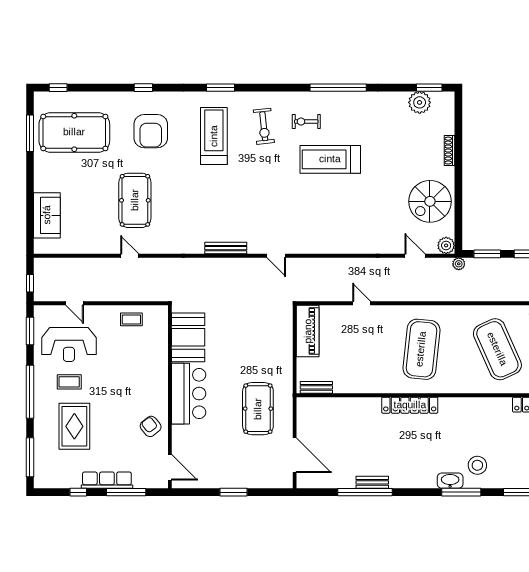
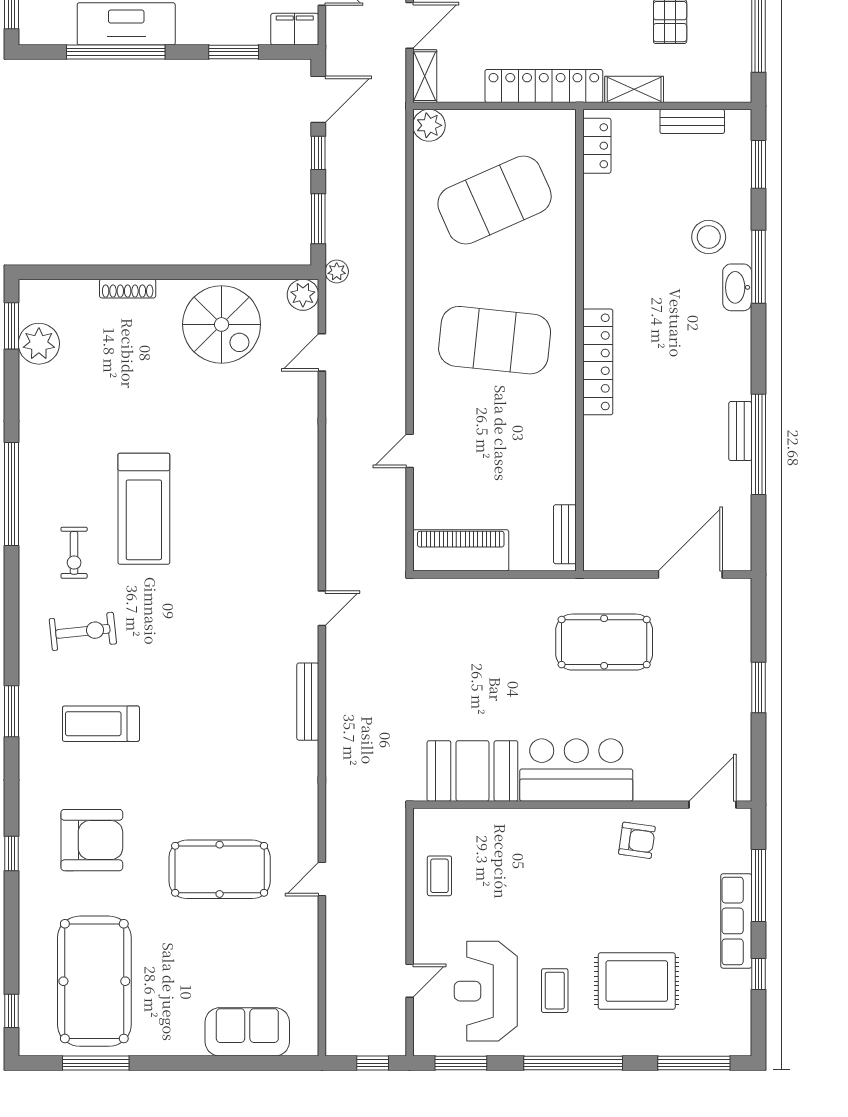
treadmill: (214, 136) -> (101, 724), width x0.73, depth x0.73
reception desk: (69, 345) -> (486, 991), turned 180
armchair: (151, 426) -> (637, 840), turned -134

